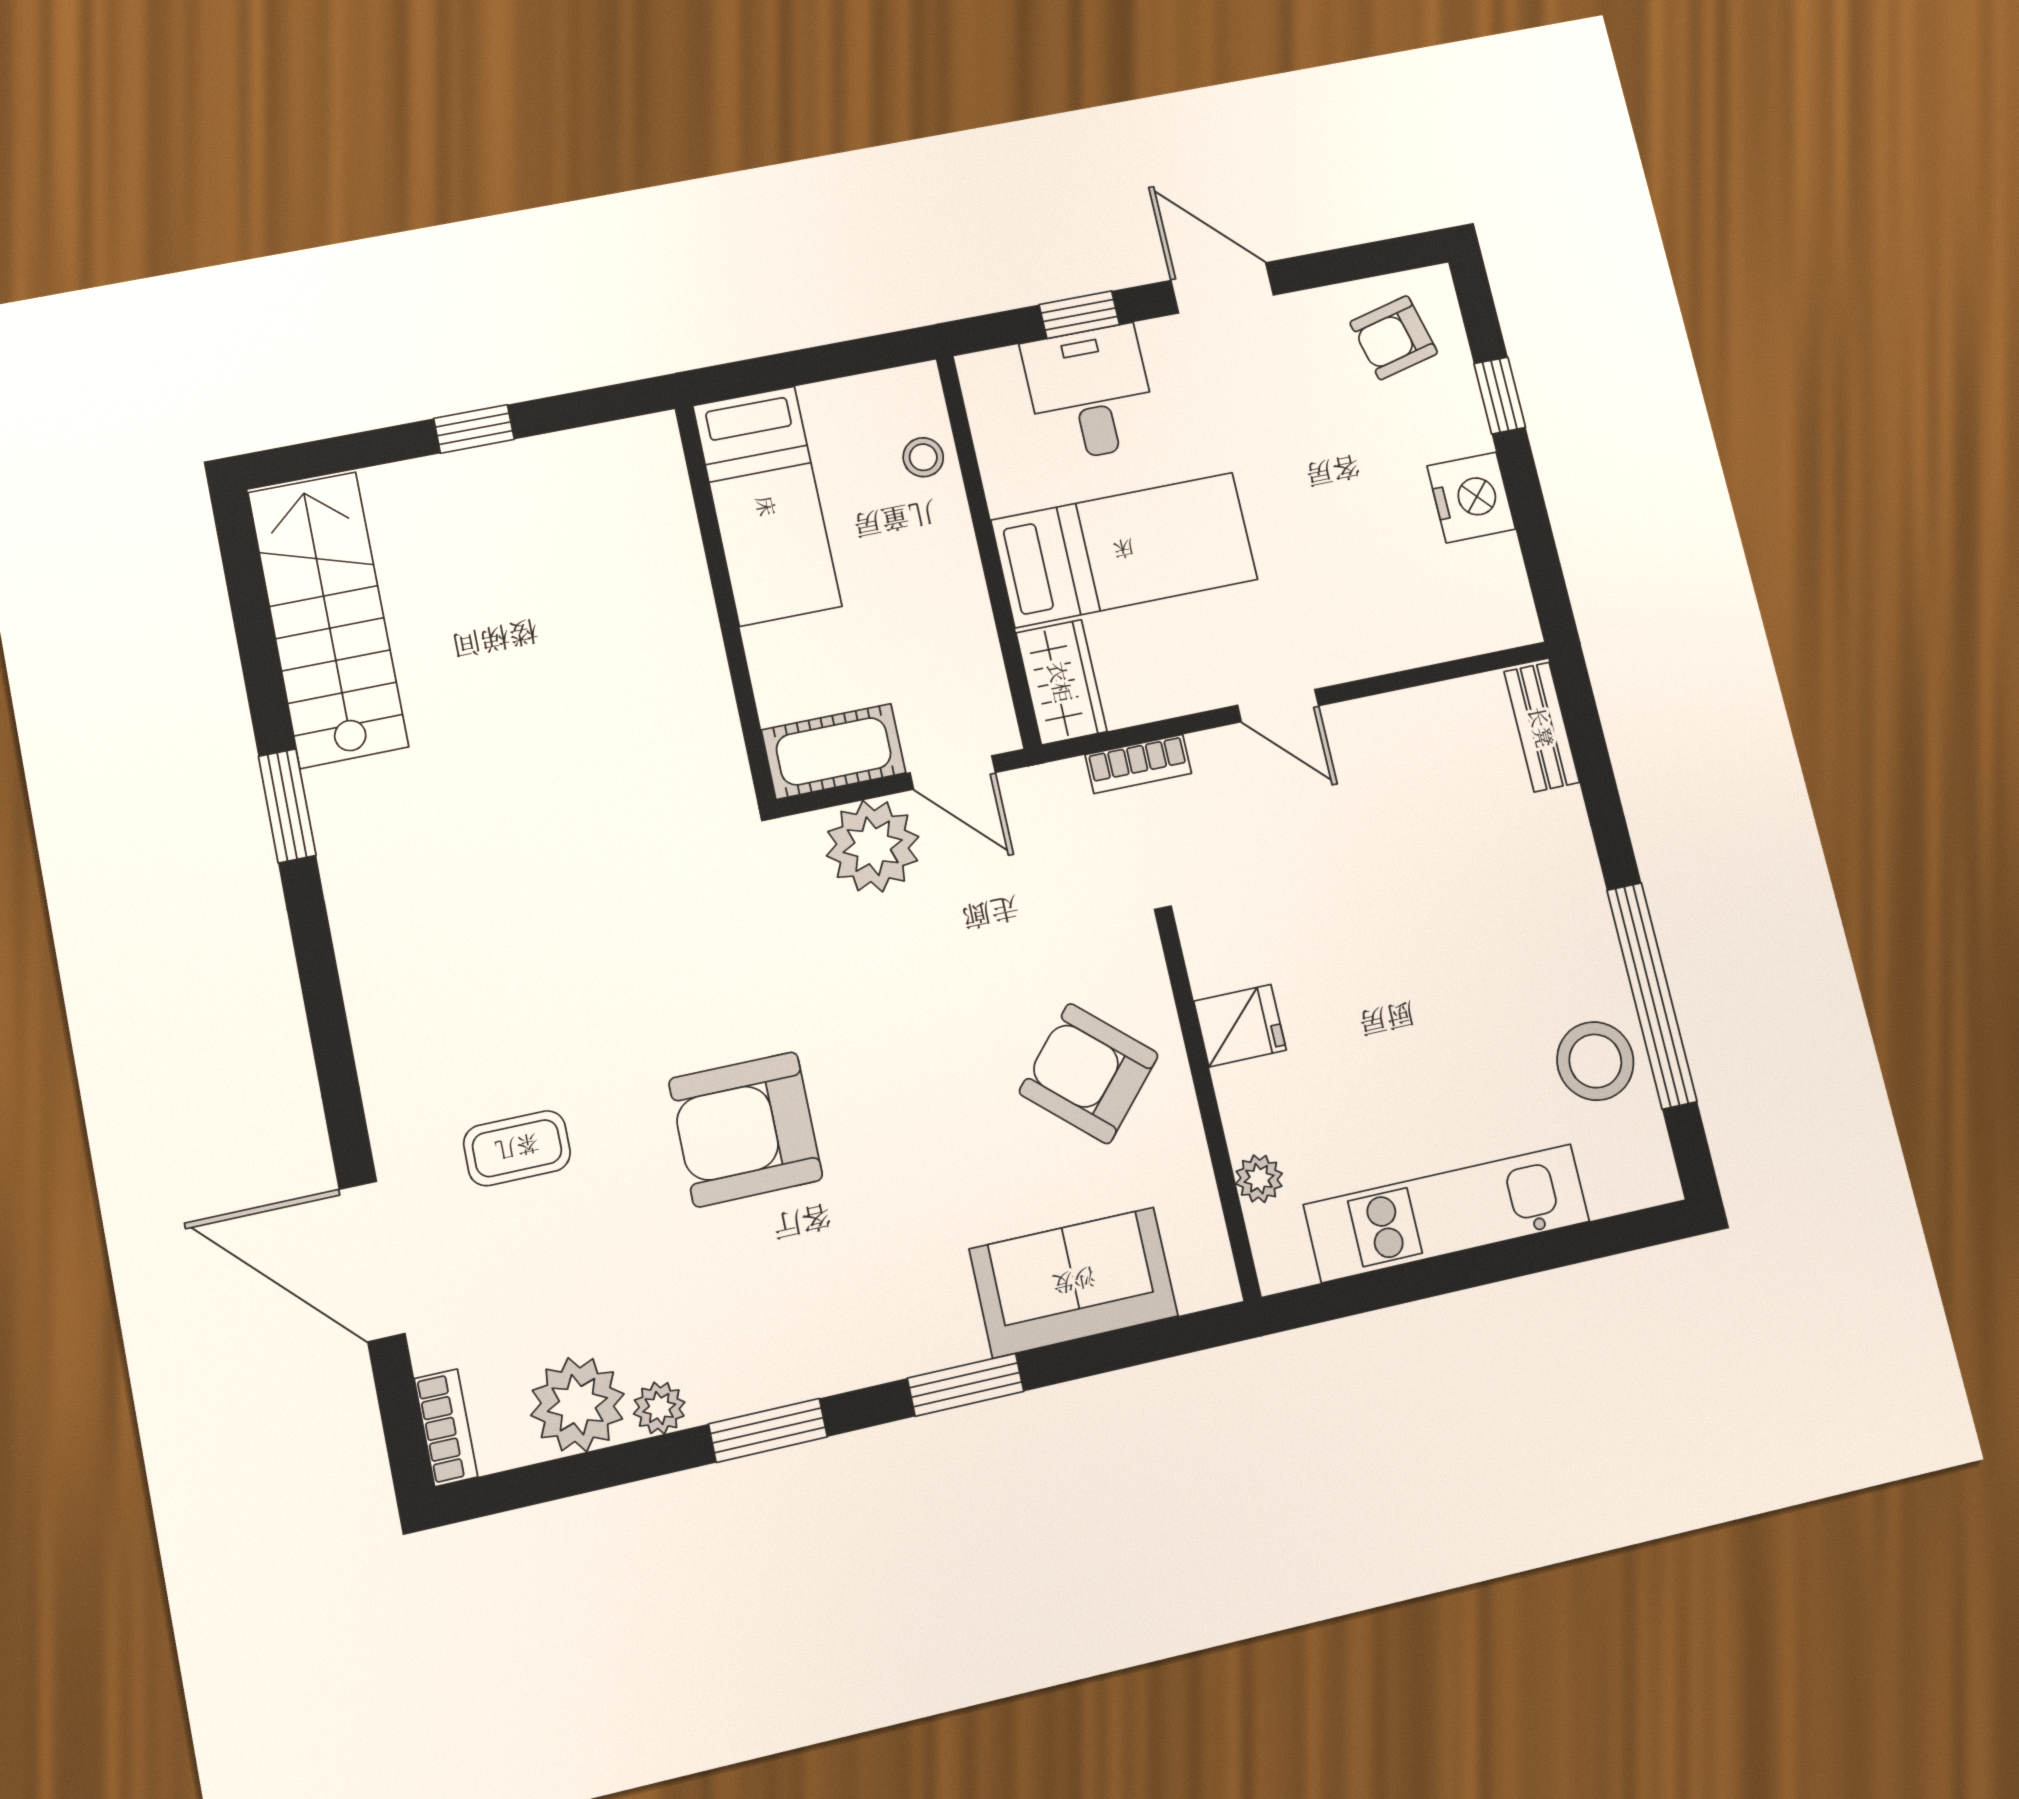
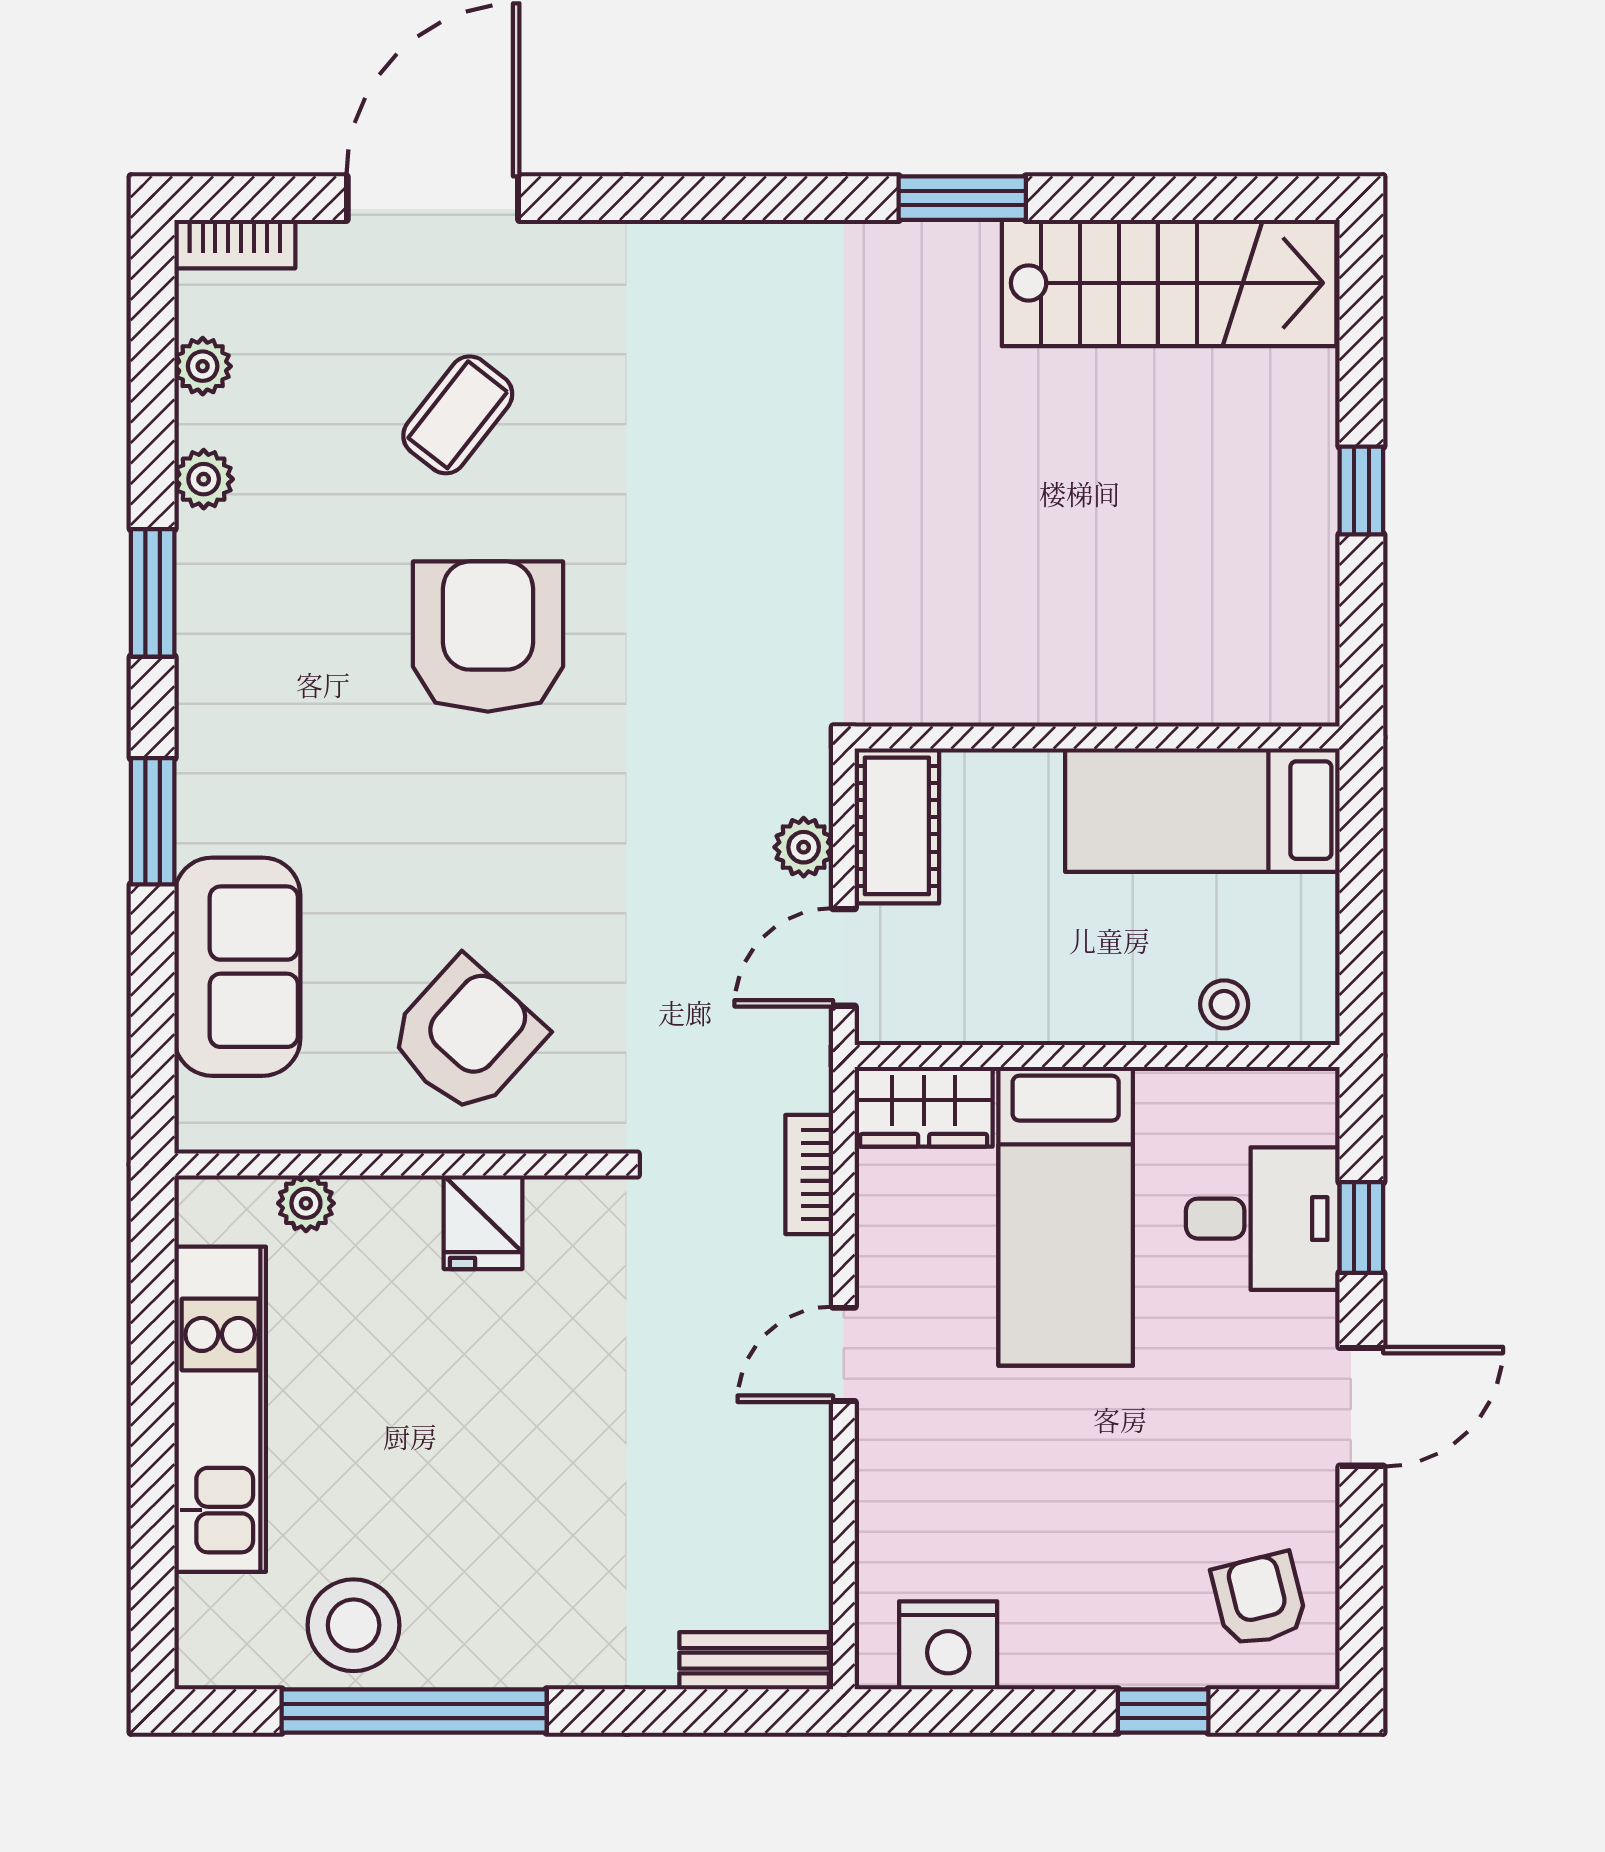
nightstand: (1471, 498) -> (948, 1645), moved
plant: (873, 846) -> (804, 847), width x0.53, depth x0.53
coffee table: (517, 1148) -> (458, 415), moved, turned 38
plant: (577, 1405) -> (203, 366), width x0.53, depth x0.53

